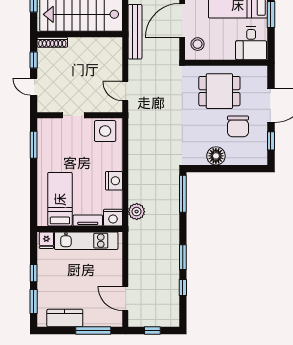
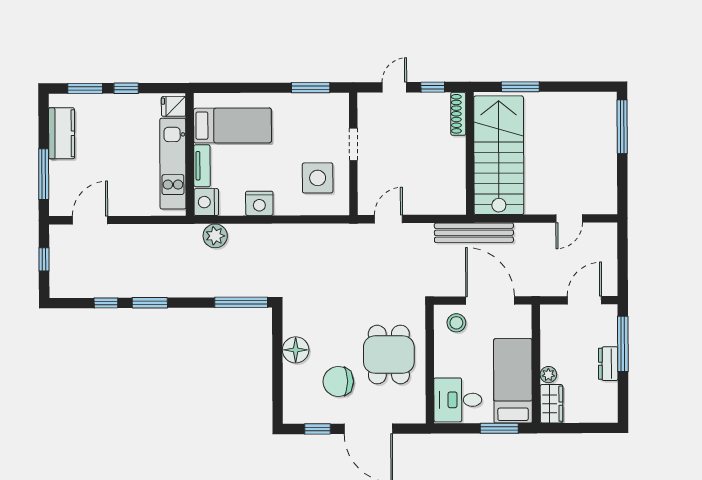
side table: (105, 131) -> (318, 178), moved

